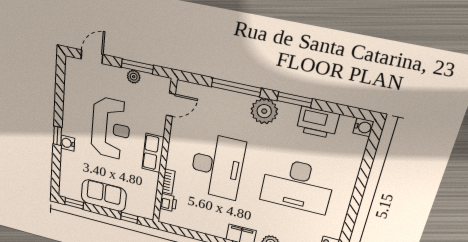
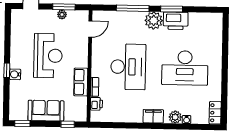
printer: (318, 123) -> (176, 21), moved
water cooler: (363, 127) -> (217, 18), removed
row of seats: (153, 153) -> (81, 82), moved

